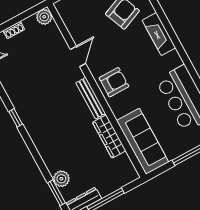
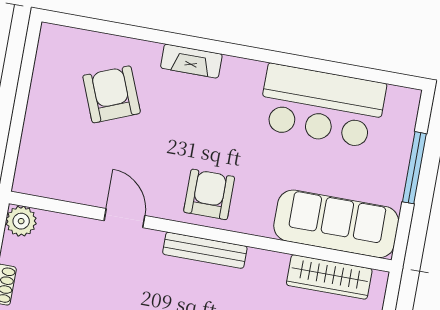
fireplace: (159, 34) -> (191, 61), width x0.73, depth x0.76
wardrobe: (109, 137) -> (329, 277), moved

